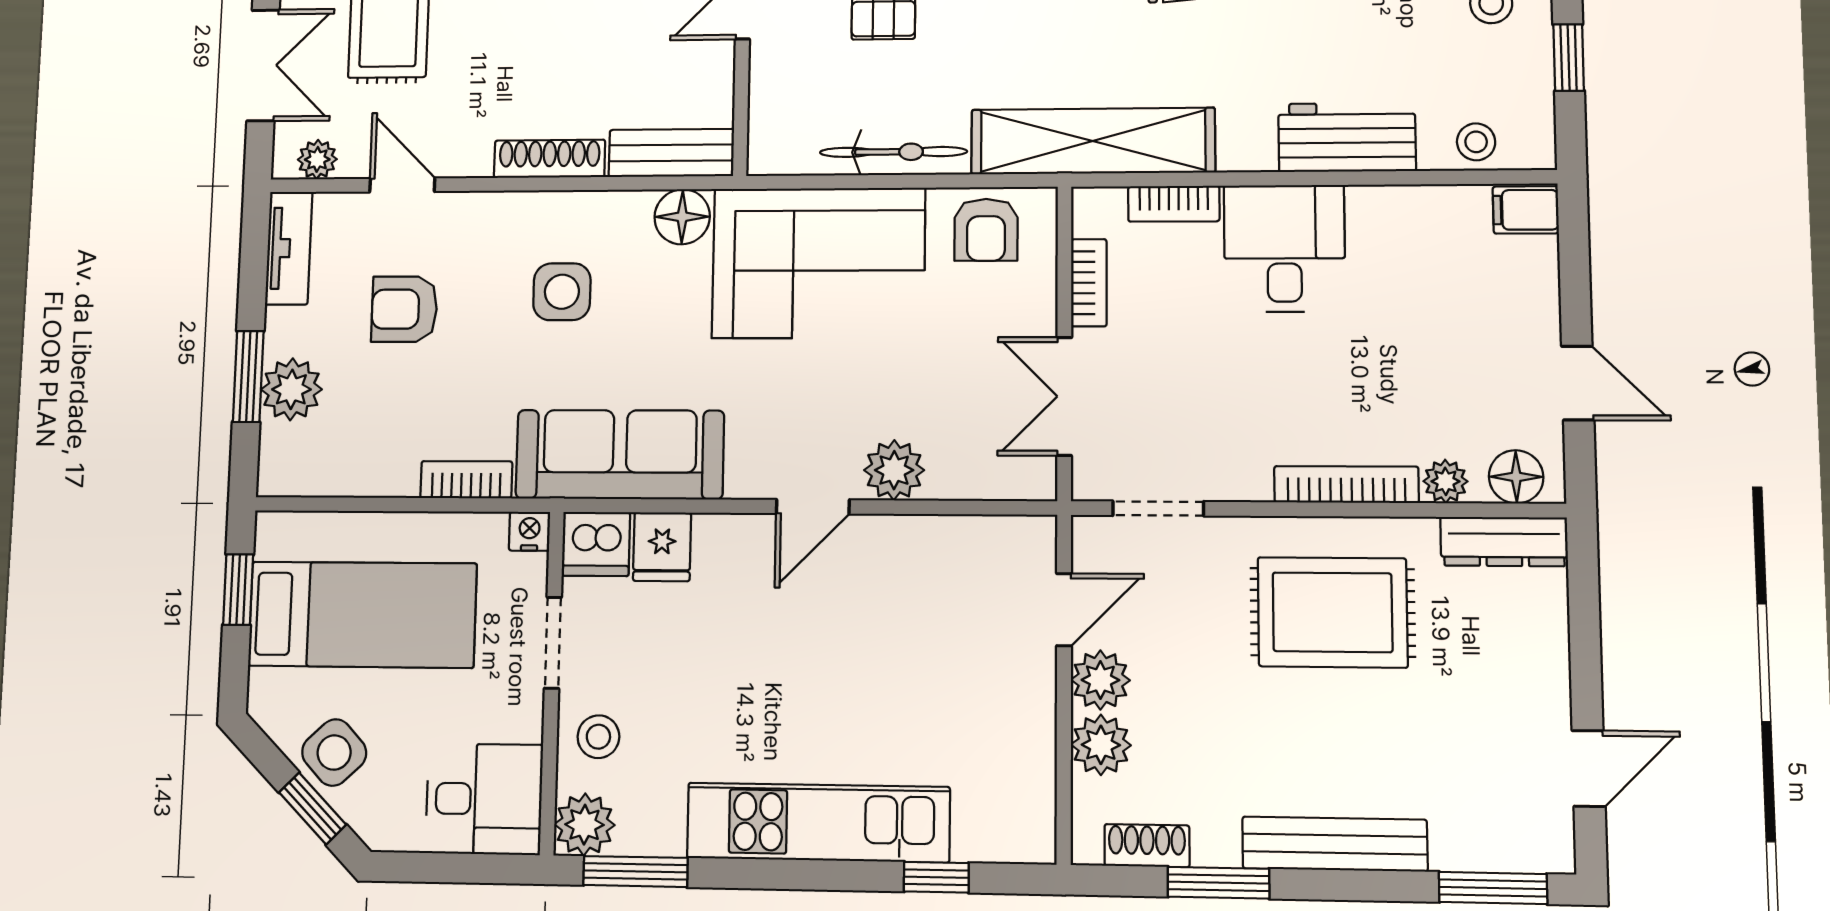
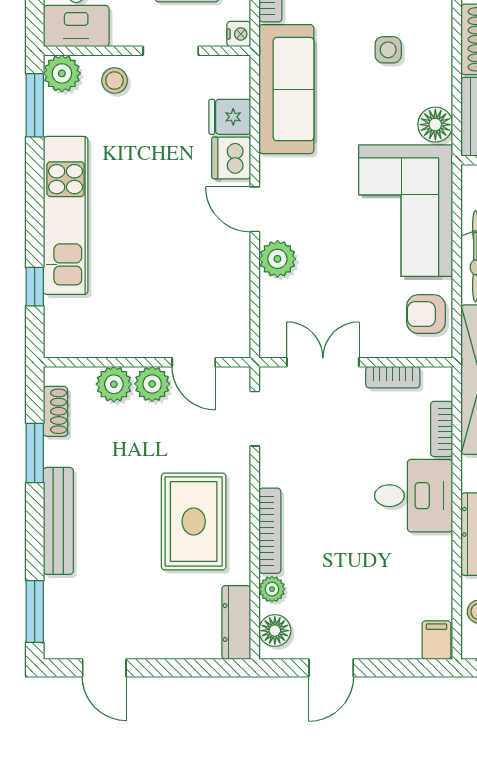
side table: (562, 292) -> (388, 50), width x0.73, depth x0.73
dishwasher: (596, 544) -> (231, 158), moved

